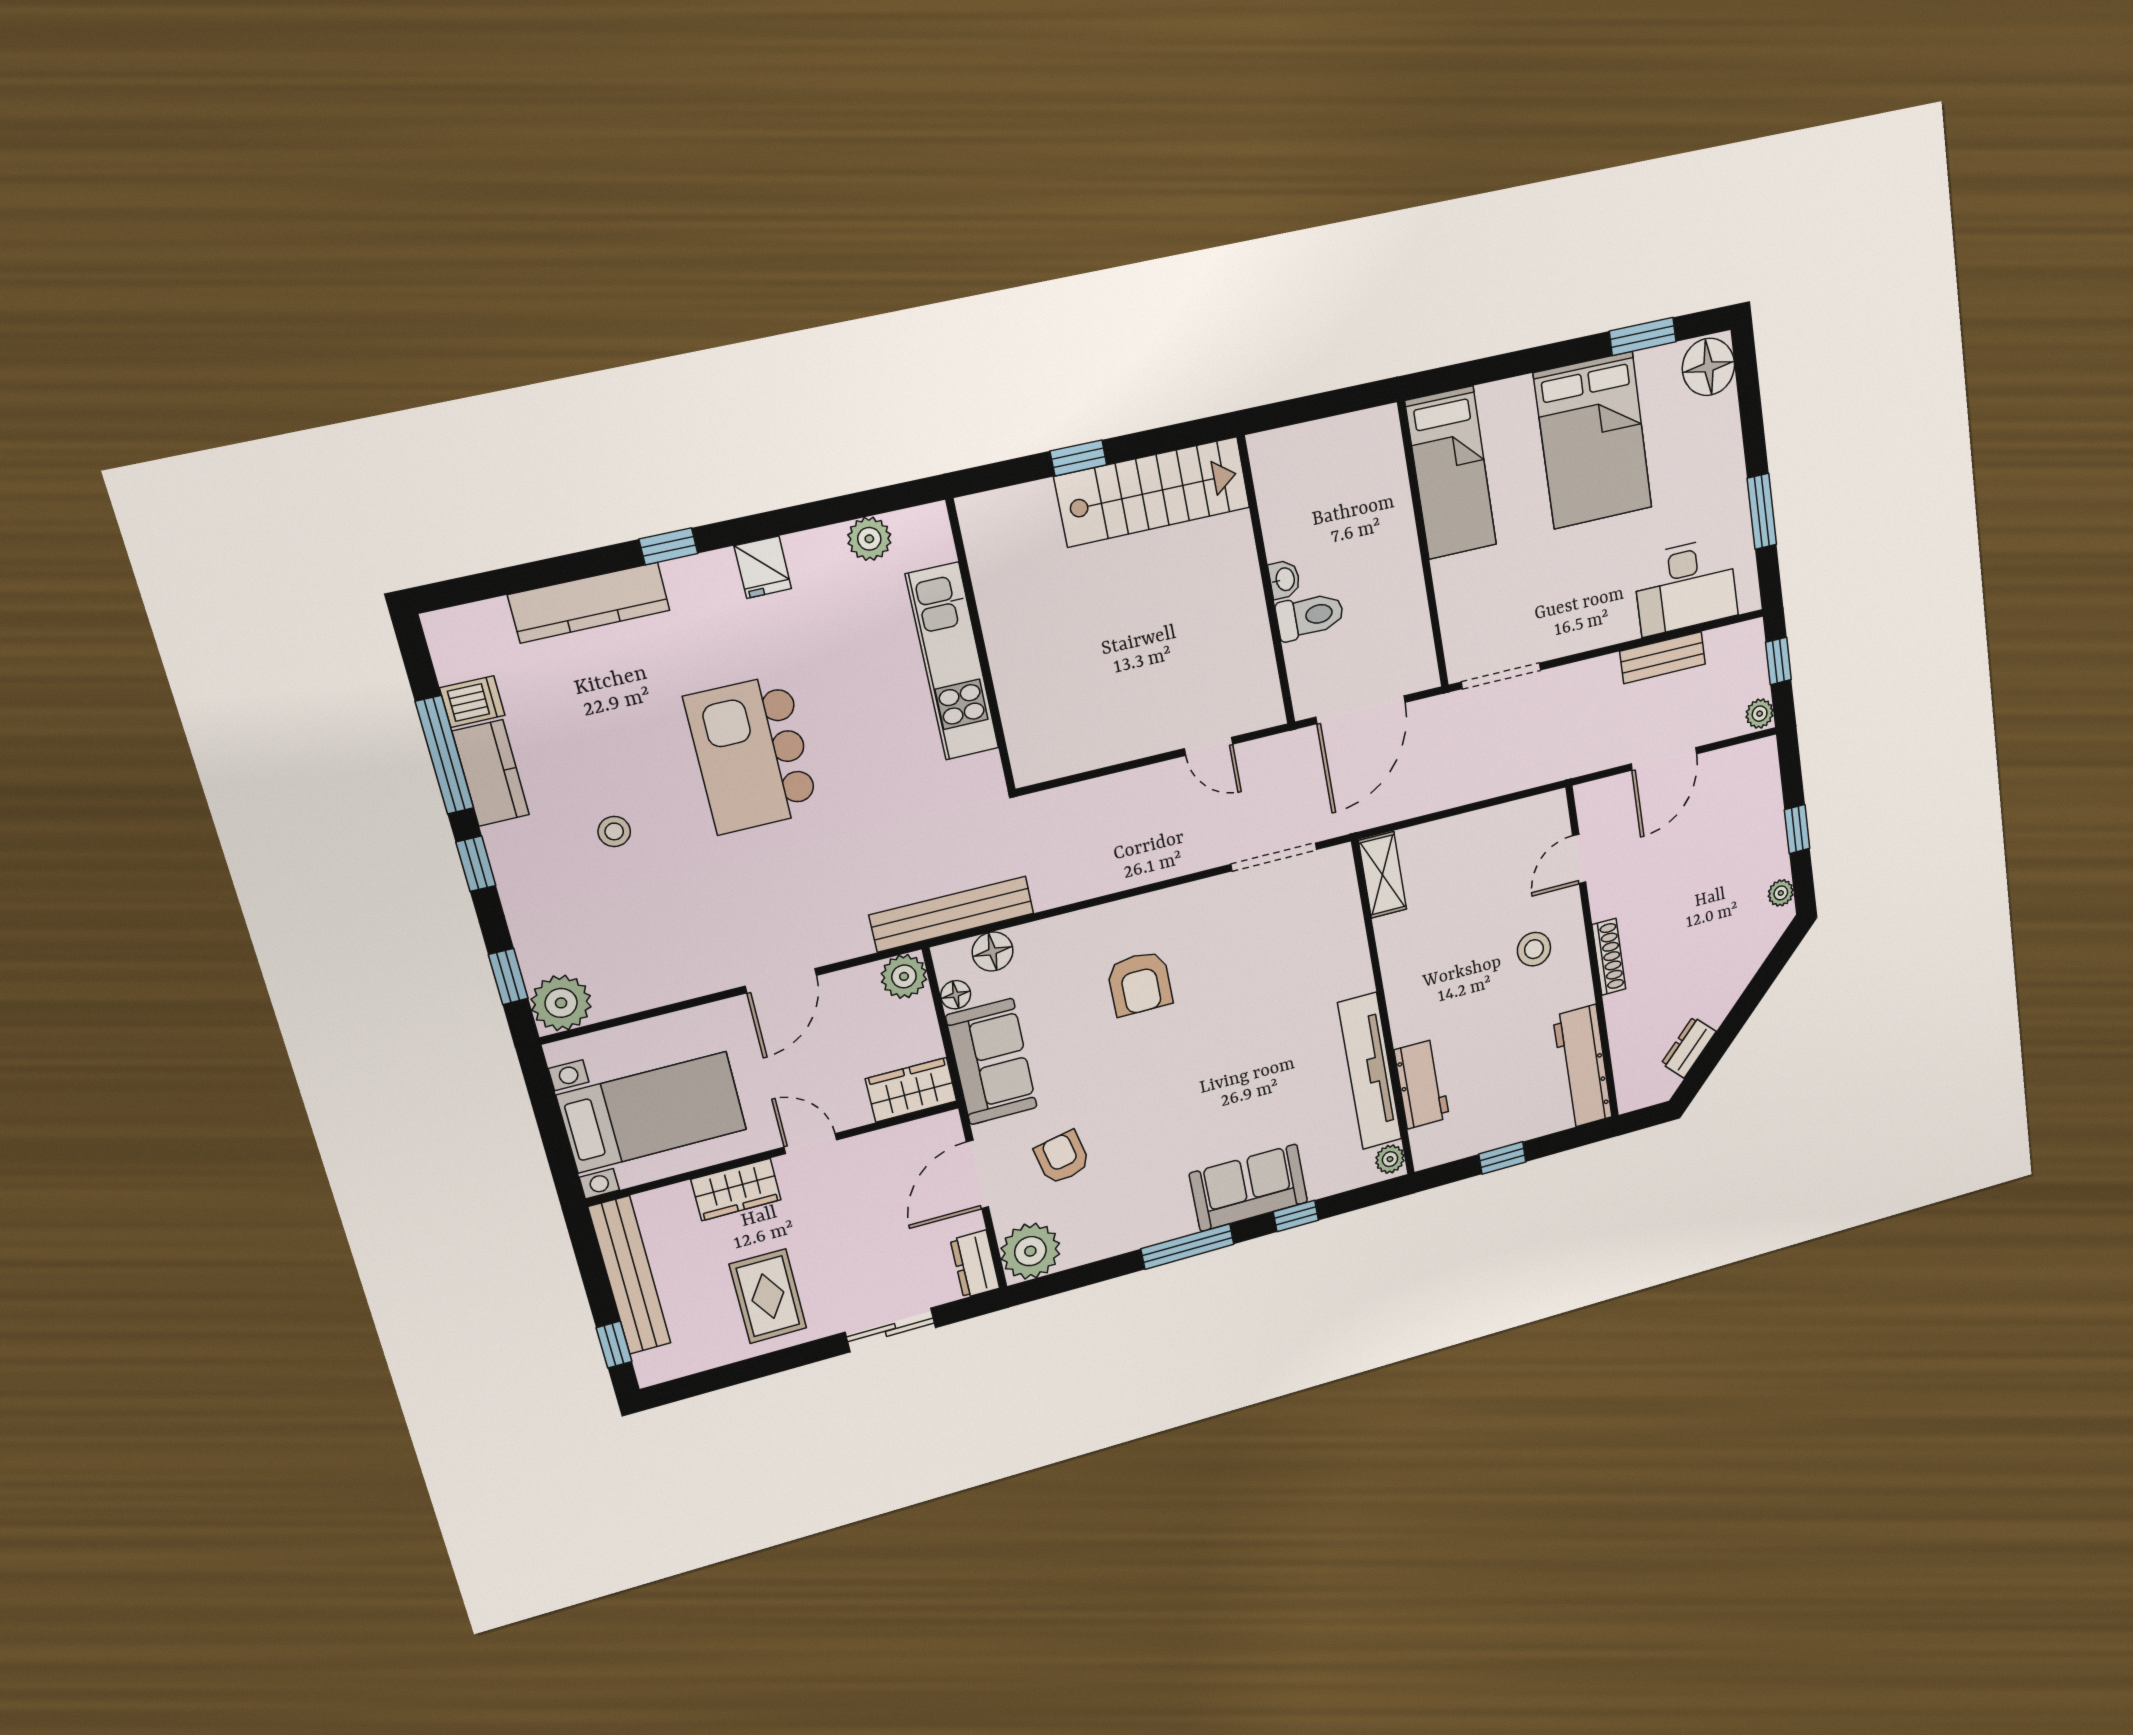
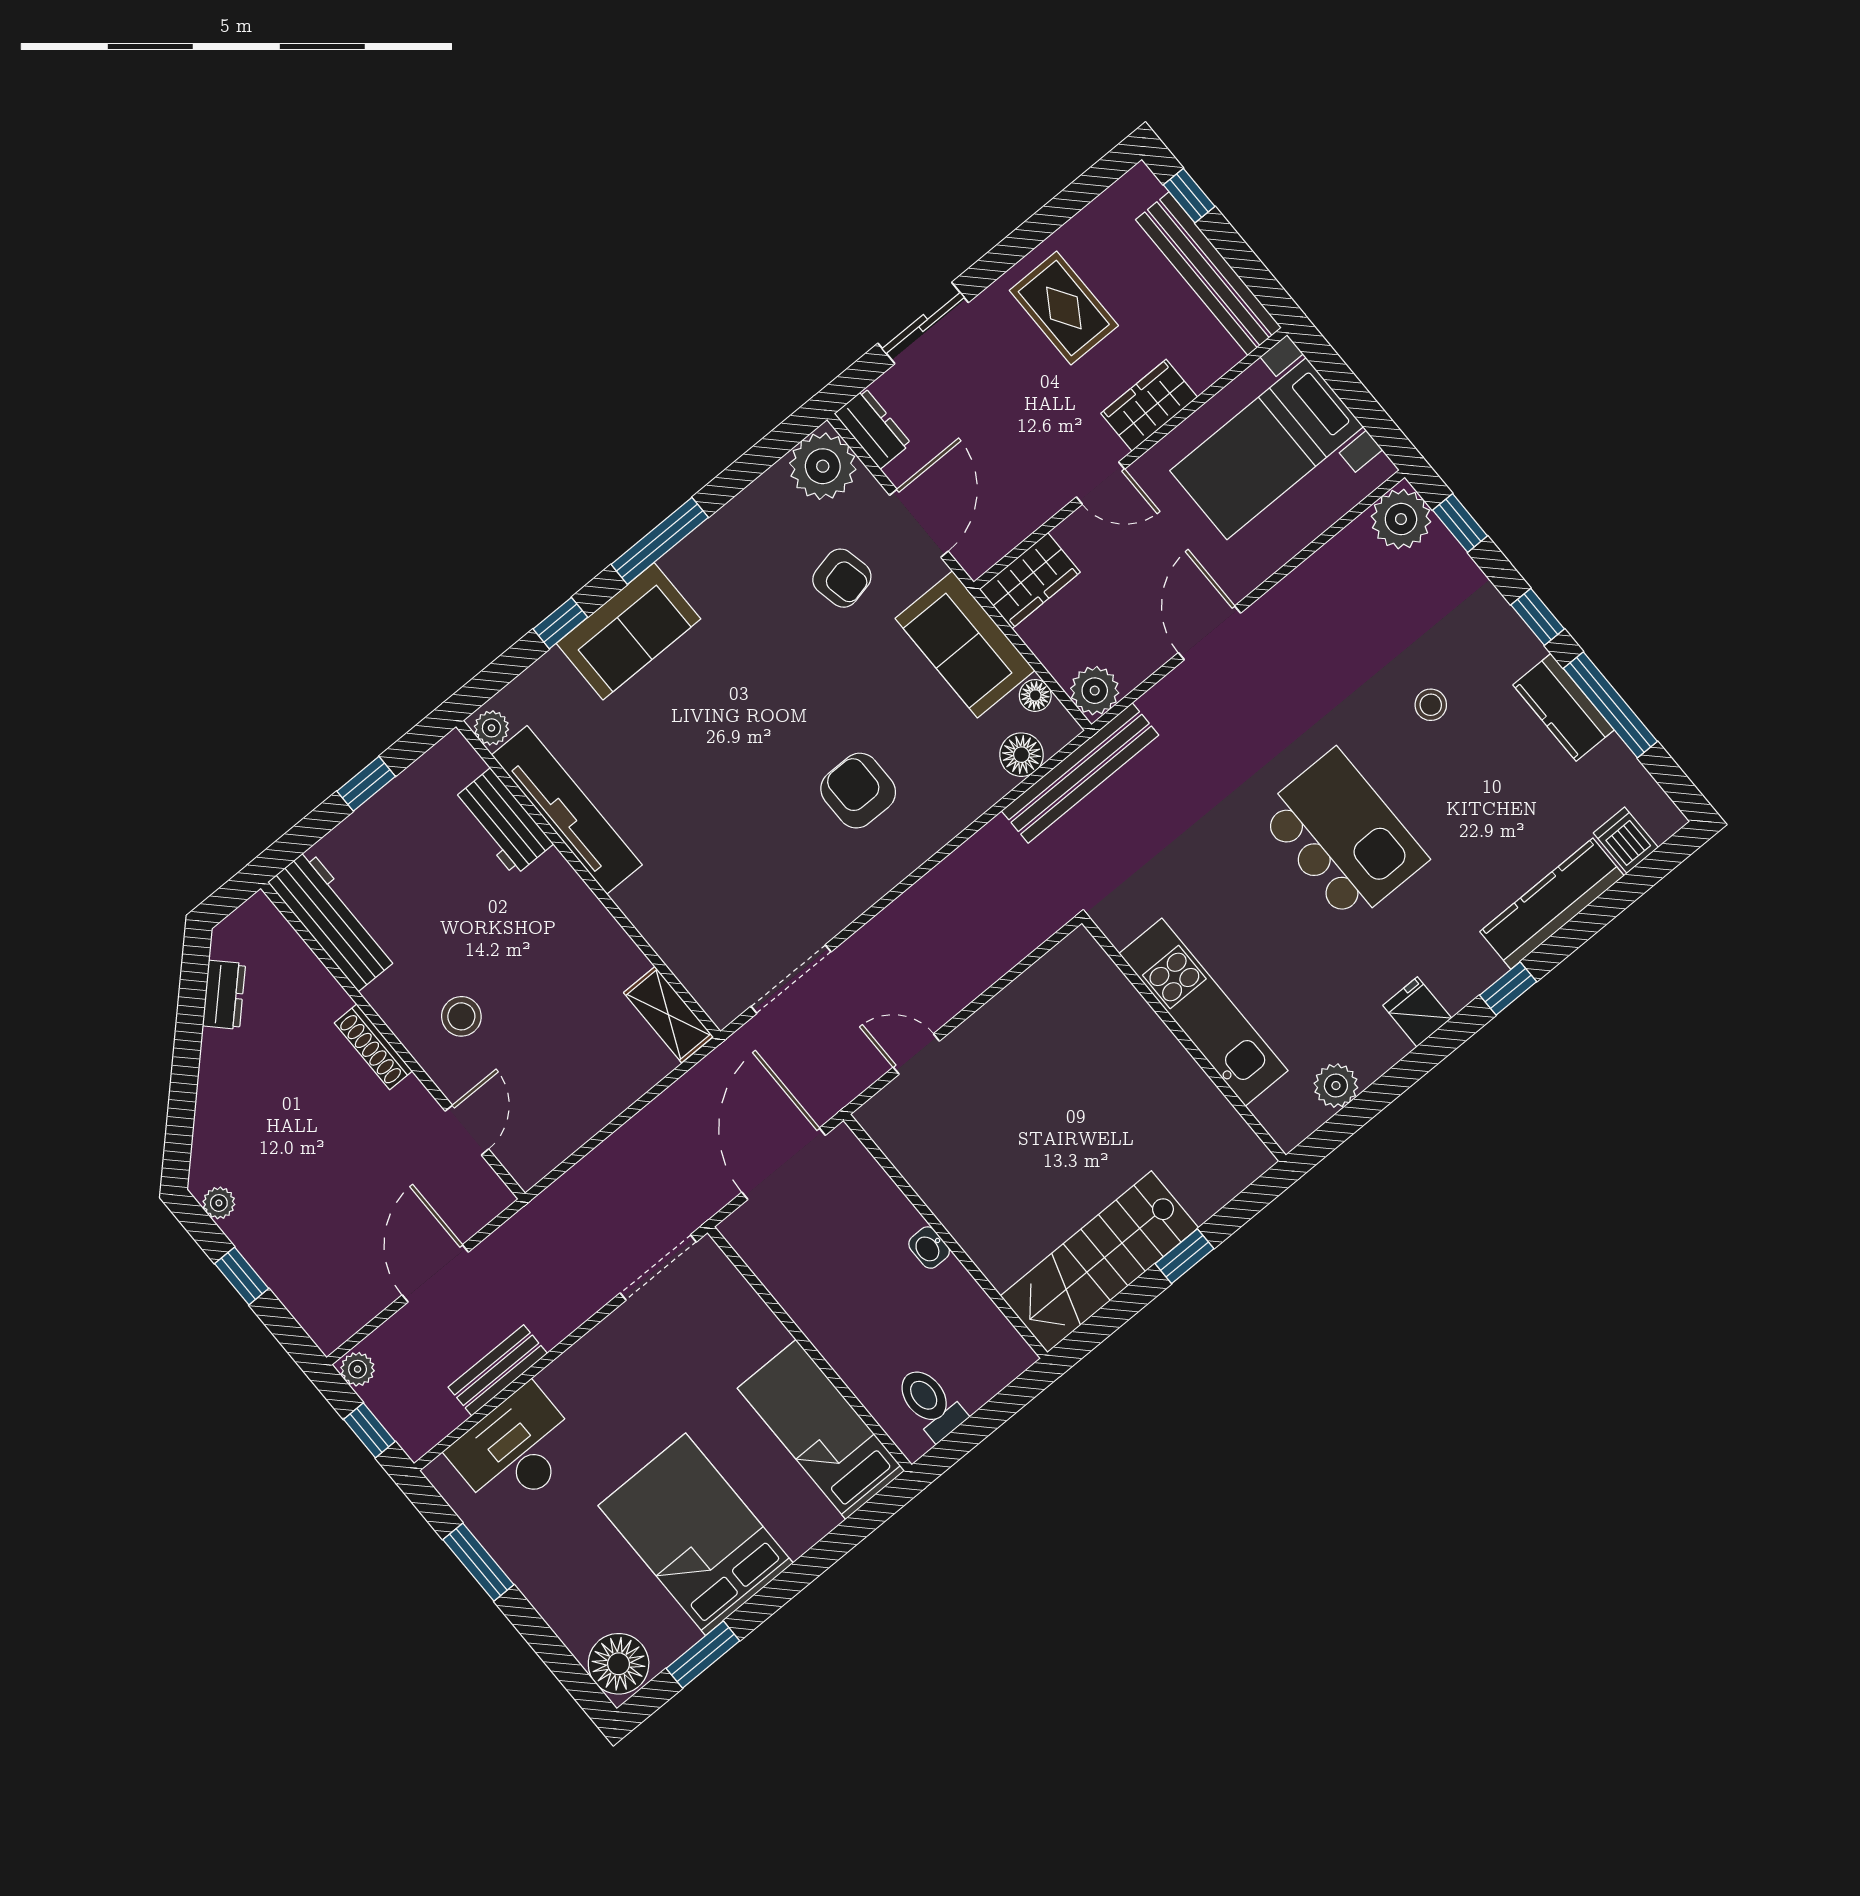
toilet: (1310, 616) -> (930, 1403), moved, turned 90
dishwasher: (472, 702) -> (1626, 840), moved, turned 90

